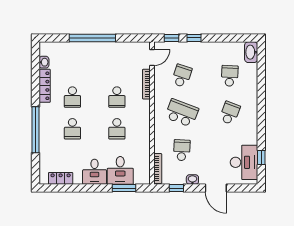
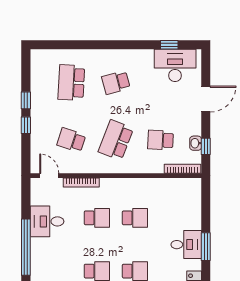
window: (172, 38) -> (26, 100), moved
washbasin: (251, 52) -> (43, 57), removed
school desk: (230, 76) -> (71, 83), width x1.85
school desk: (230, 113) -> (116, 83), turned -36
desk: (120, 170) -> (47, 221), moved, turned 180
washbasin: (192, 180) -> (196, 143), moved
window: (124, 188) -> (206, 247), moved

